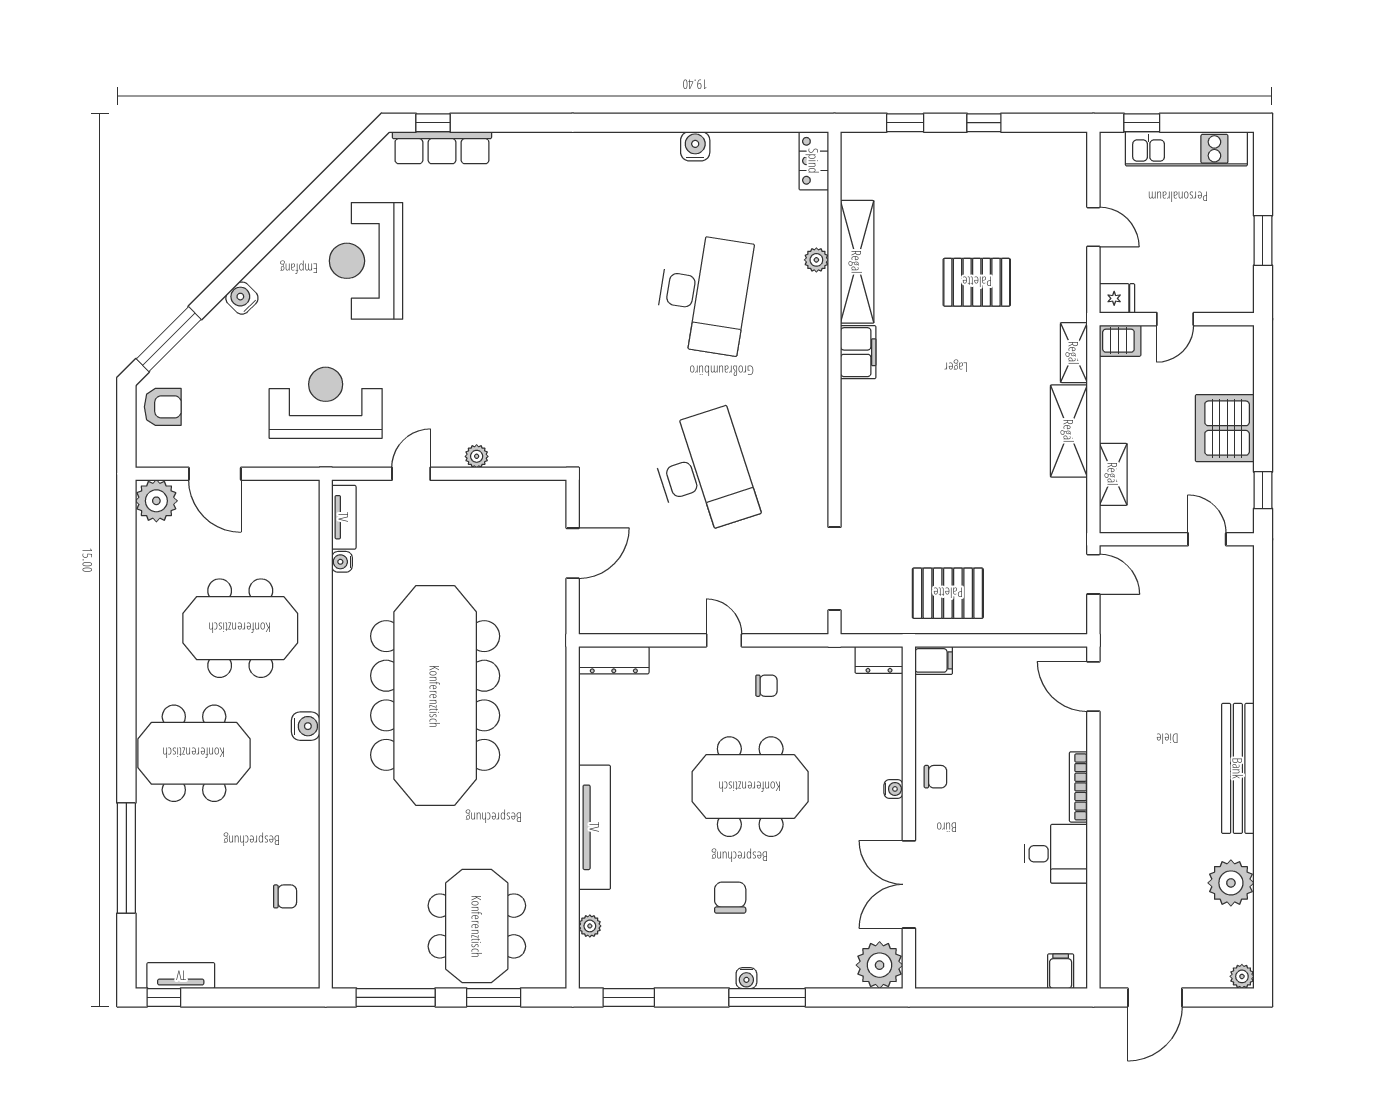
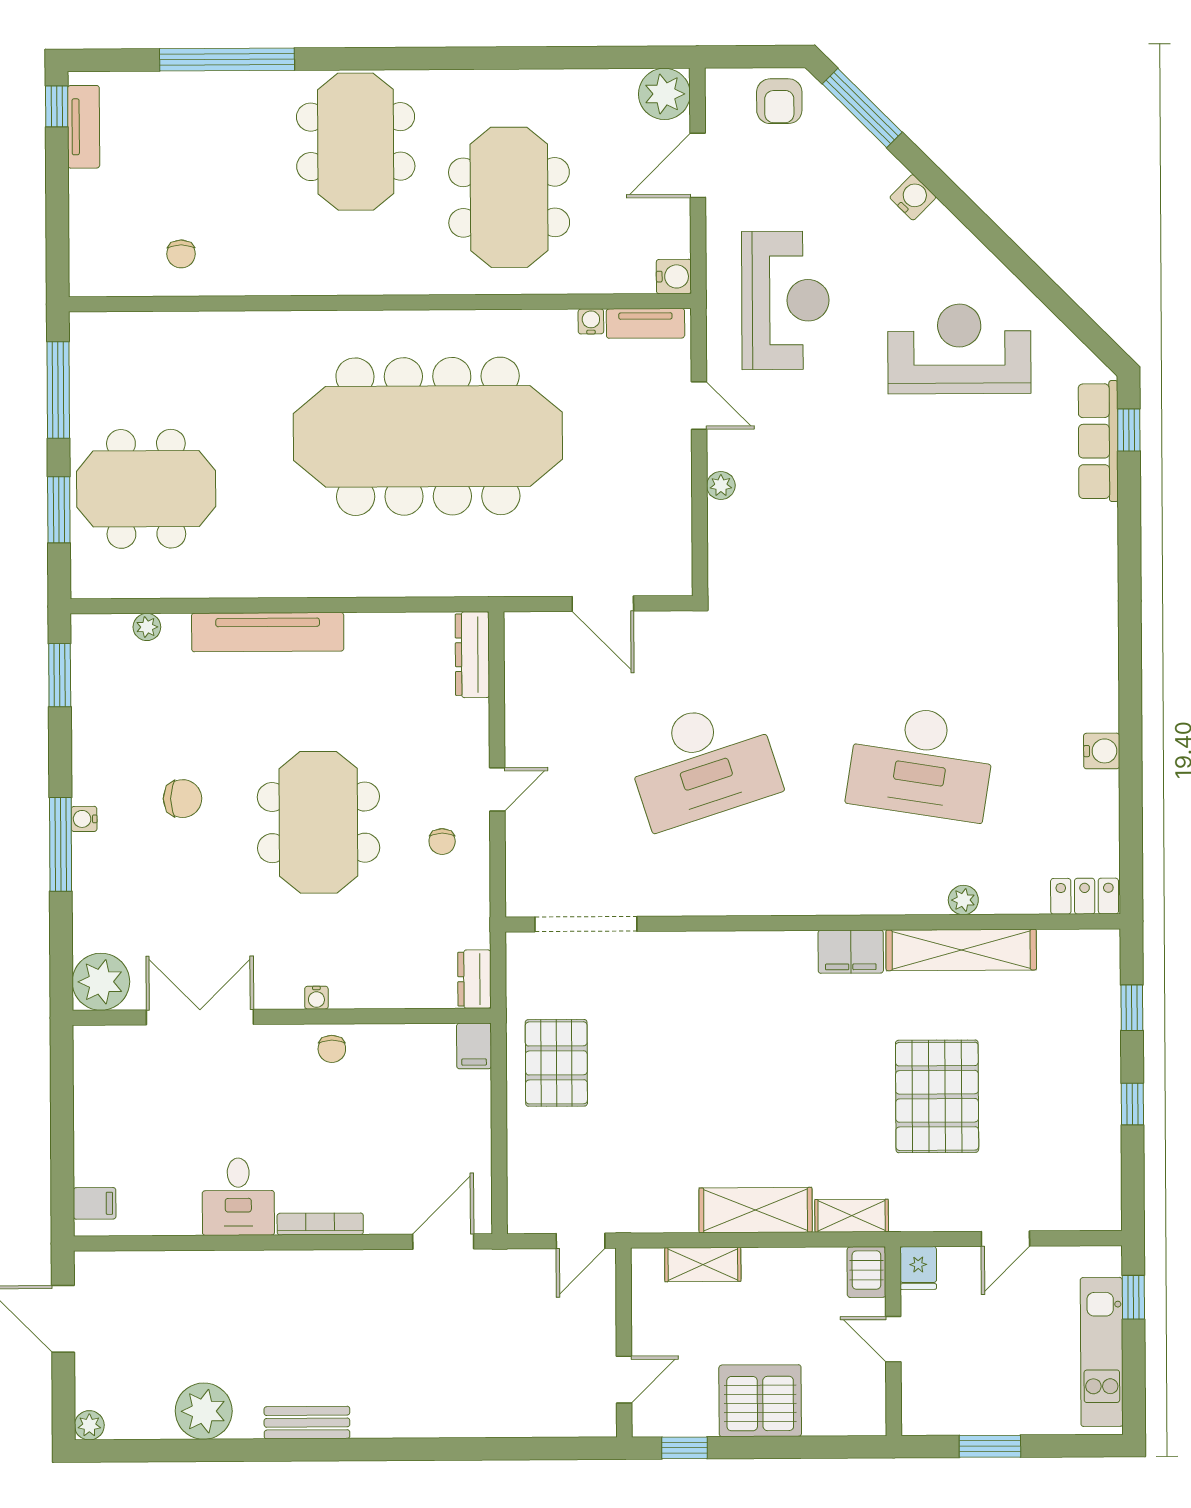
pallet: (977, 282) -> (937, 1096), width x1.37, depth x1.41
water cooler: (306, 726) -> (674, 276), moved, turned -90
bench: (1238, 768) -> (307, 1423), width x0.54, depth x0.82

